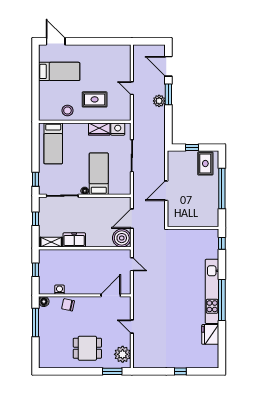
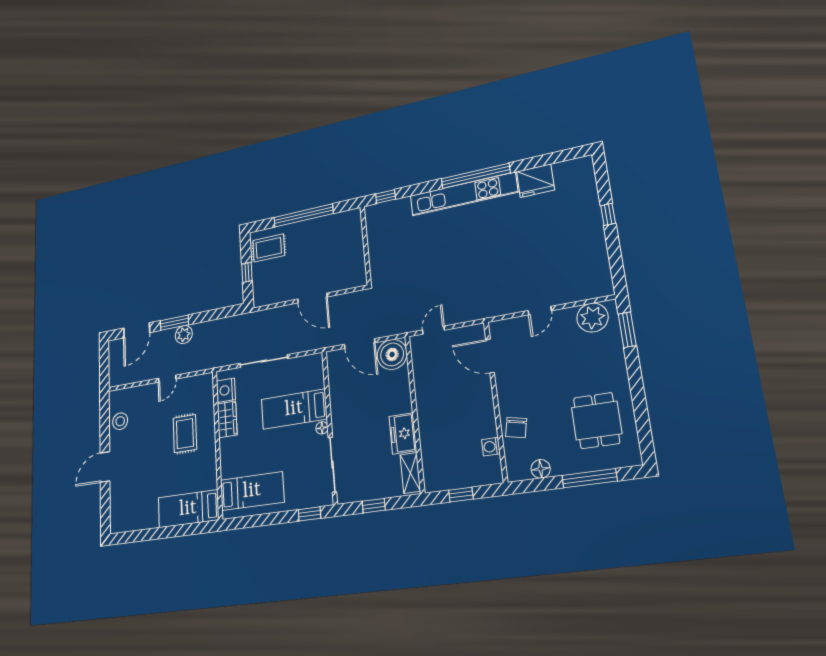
door: (56, 41) -> (105, 467), moved
bed: (59, 71) -> (188, 509), moved, turned -90
stool: (67, 111) -> (120, 421), moved
floor lamp: (44, 302) -> (541, 469), moved
window: (35, 322) -> (590, 478), moved
dining table: (87, 348) -> (597, 421), moved

